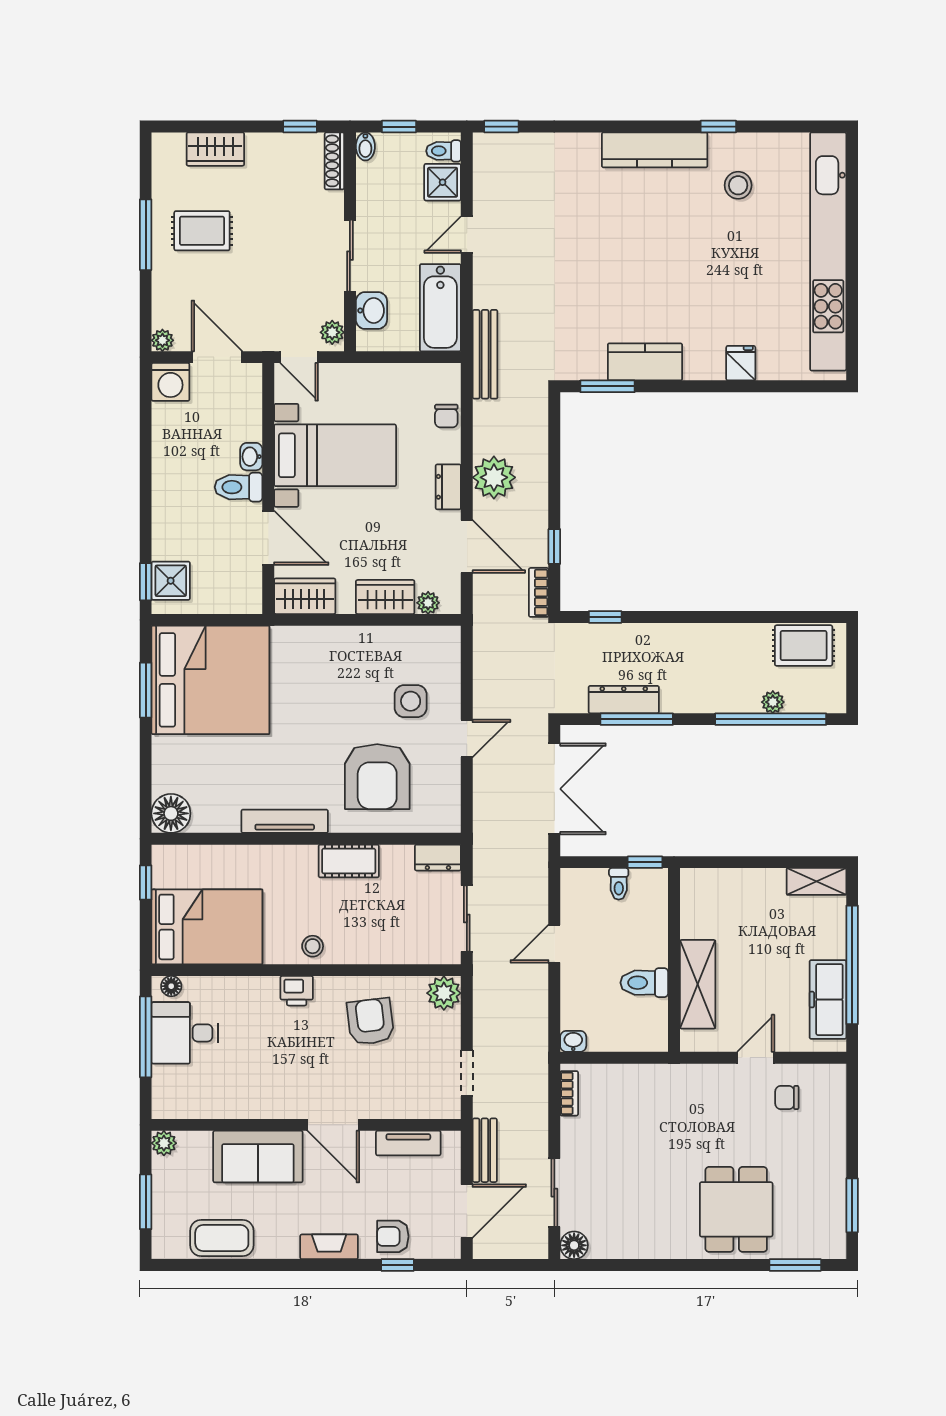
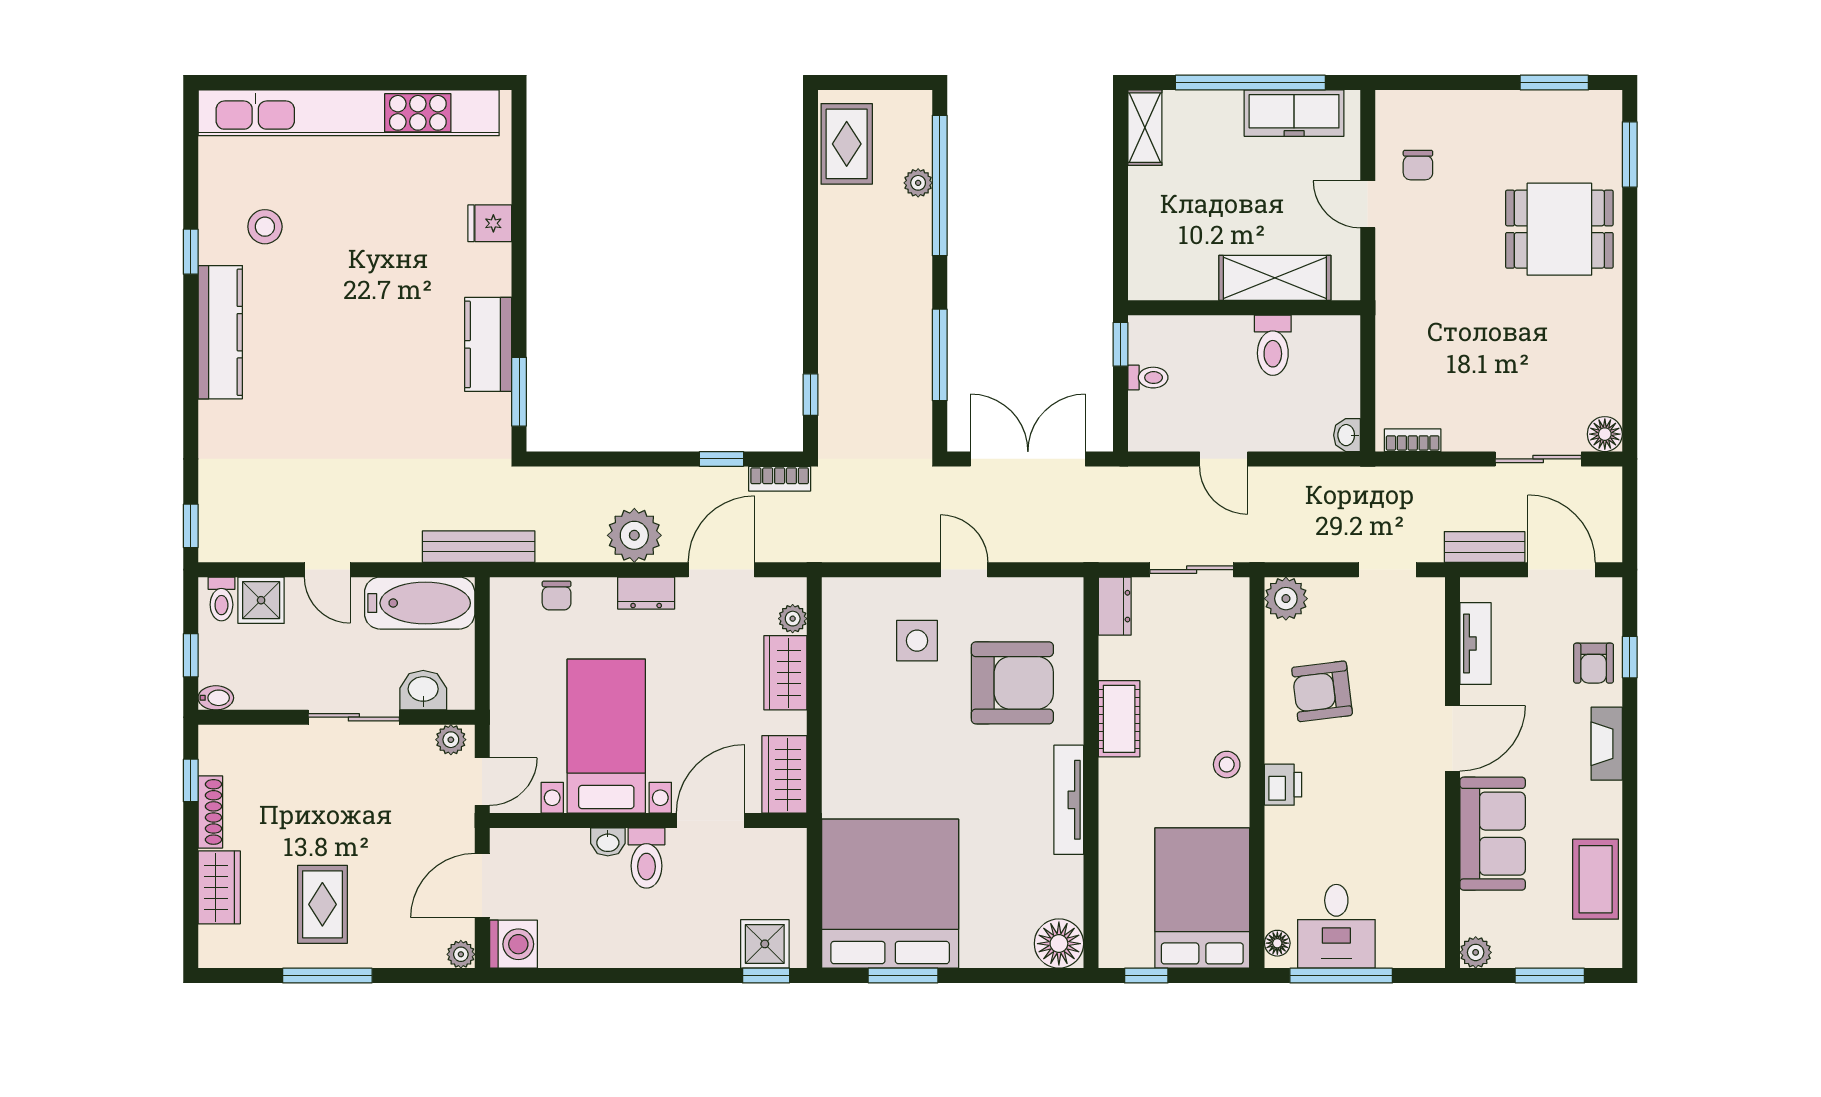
shoe rack: (334, 161) -> (210, 812), moved, turned -90
chair: (446, 416) -> (557, 595), turned 90
dresser: (624, 700) -> (915, 371), removed

